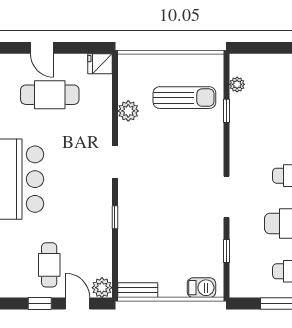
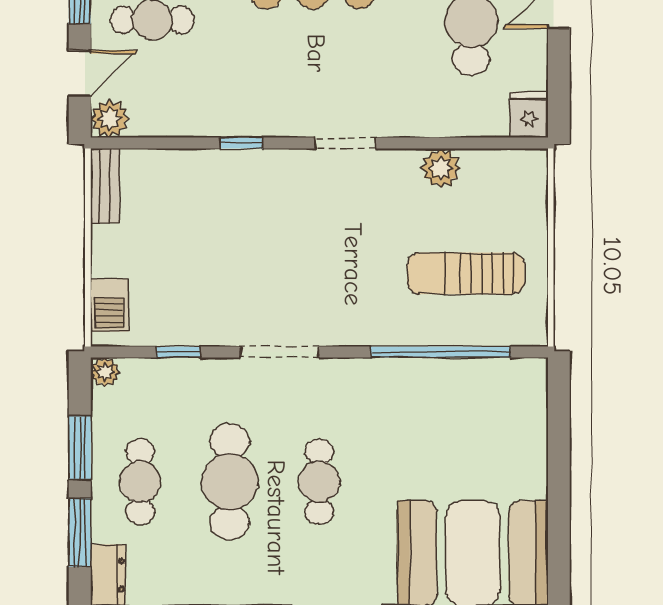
plant: (237, 84) -> (105, 372), moved
sun lounger: (184, 98) -> (466, 273), turned 90
window: (226, 111) -> (441, 352), width x3.17

